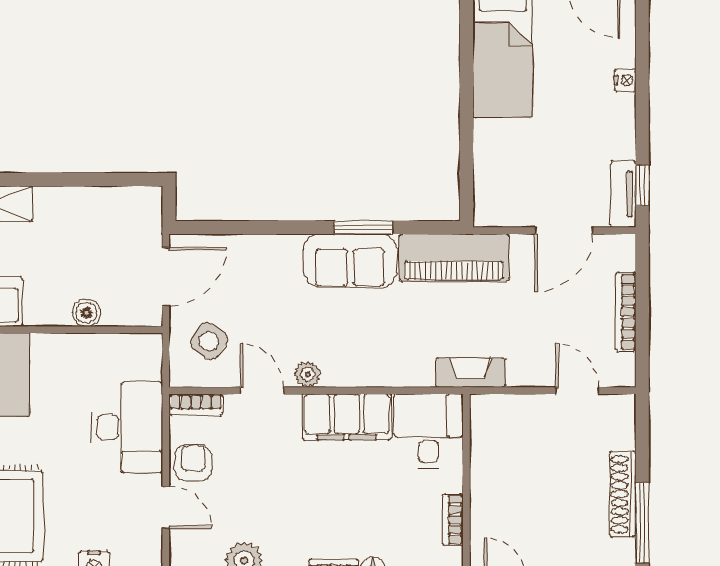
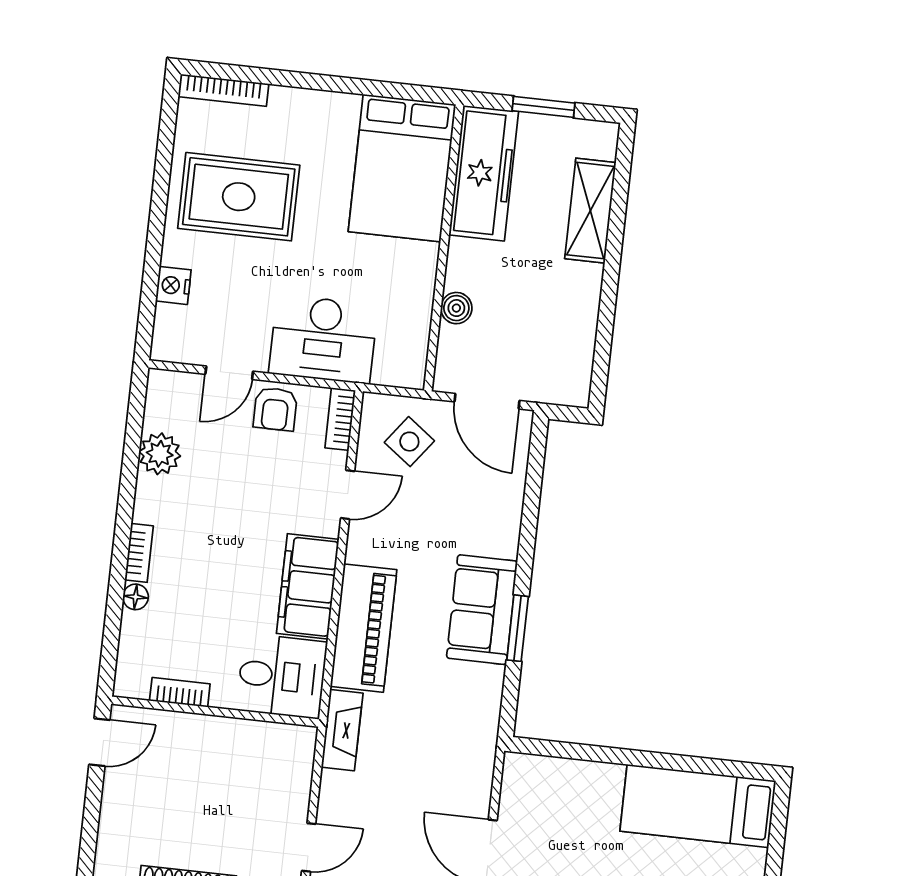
piano: (454, 258) -> (364, 628), moved, turned 180
plant: (308, 374) -> (360, 548), removed
armchair: (193, 463) -> (275, 409), turned 90

